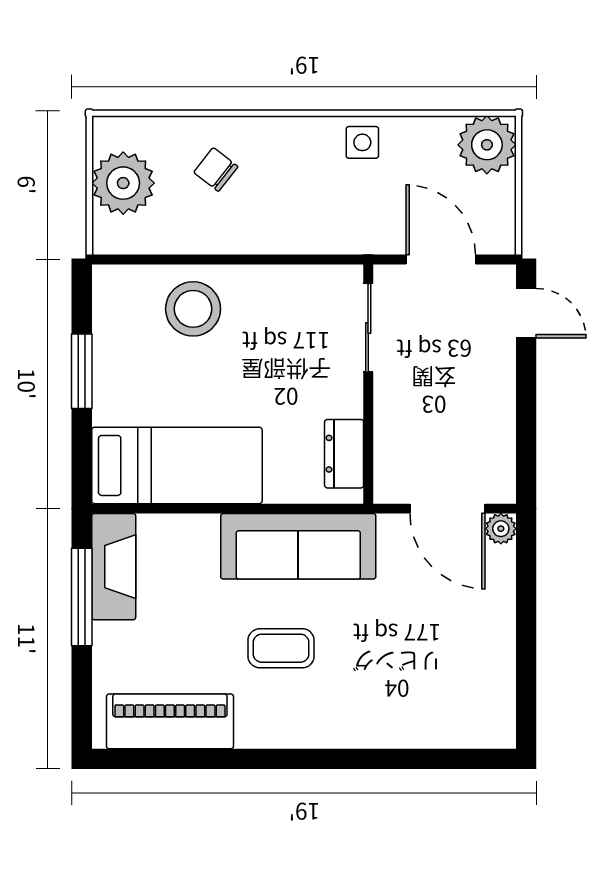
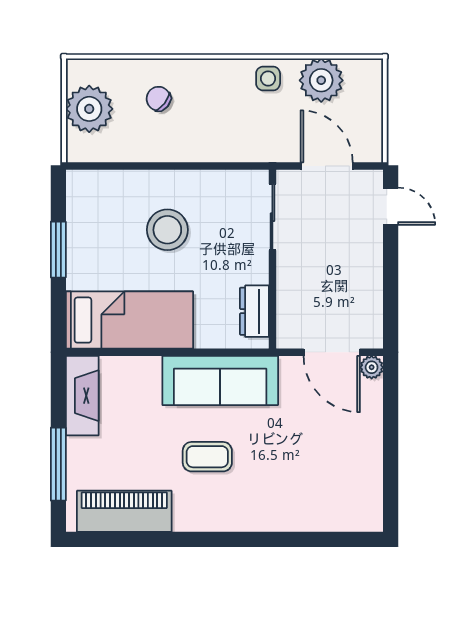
plant: (487, 145) -> (321, 80), moved
stool: (193, 309) -> (167, 230), moved
window: (82, 597) -> (58, 464), moved

